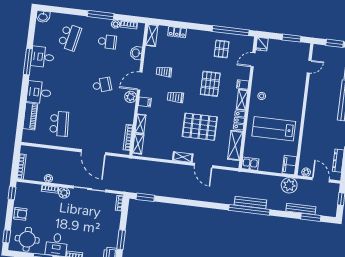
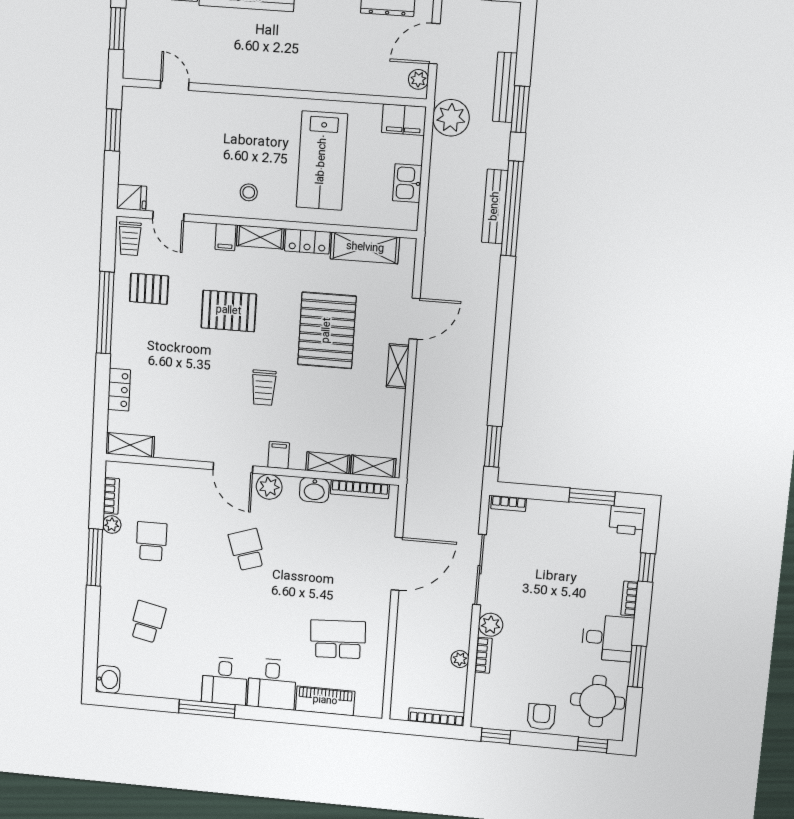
window: (231, 31) -> (105, 313), moved
school desk: (70, 37) -> (148, 622), width x0.54
washbasin: (136, 53) -> (314, 490), moved
desk: (43, 57) -> (225, 681), moved
trolley: (164, 72) -> (130, 239), moved
kitchen sink: (250, 164) -> (407, 183), moved
window: (311, 217) -> (520, 109), moved

